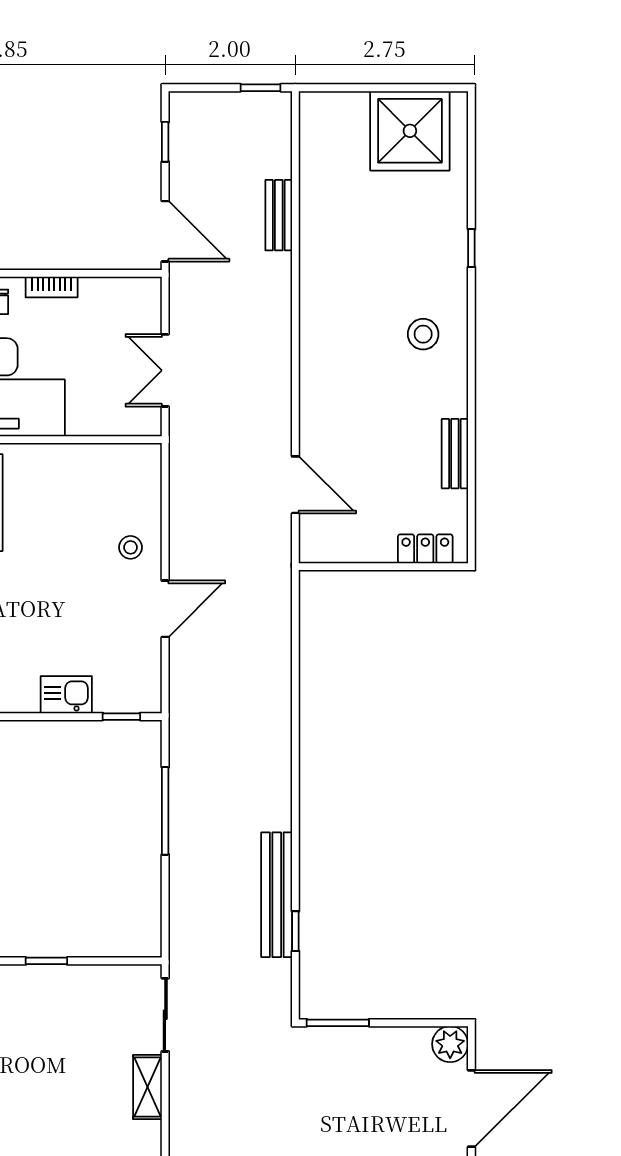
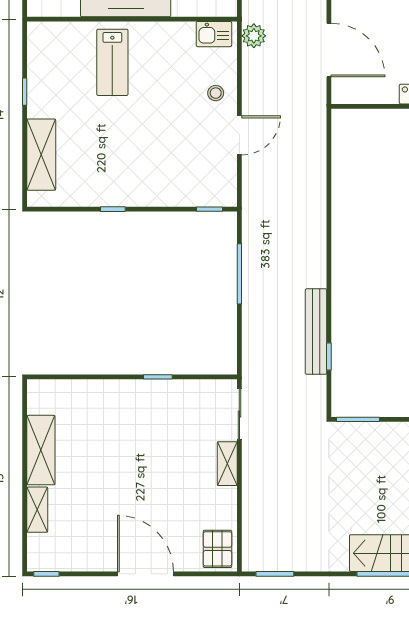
plant: (186, 464) -> (254, 36), added
door: (295, 485) -> (329, 50), width x1.36
kitchen sink: (66, 695) -> (214, 34), moved, turned 180

